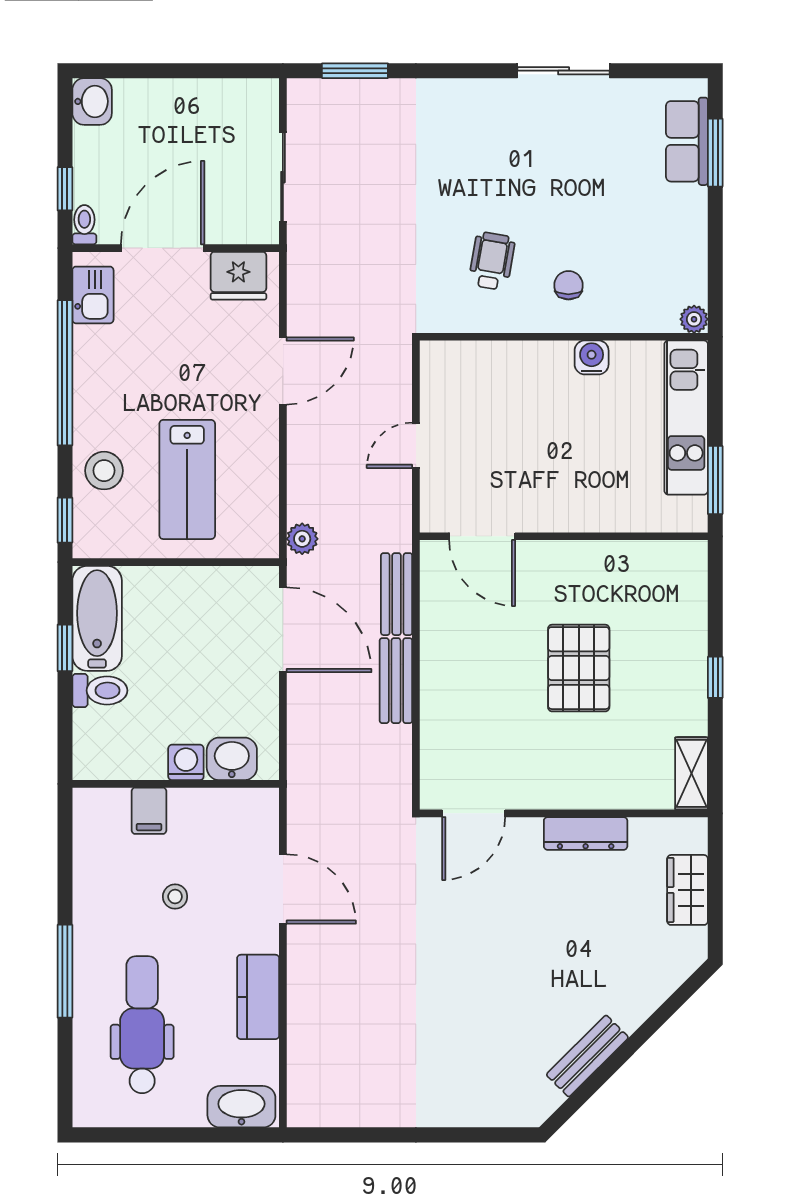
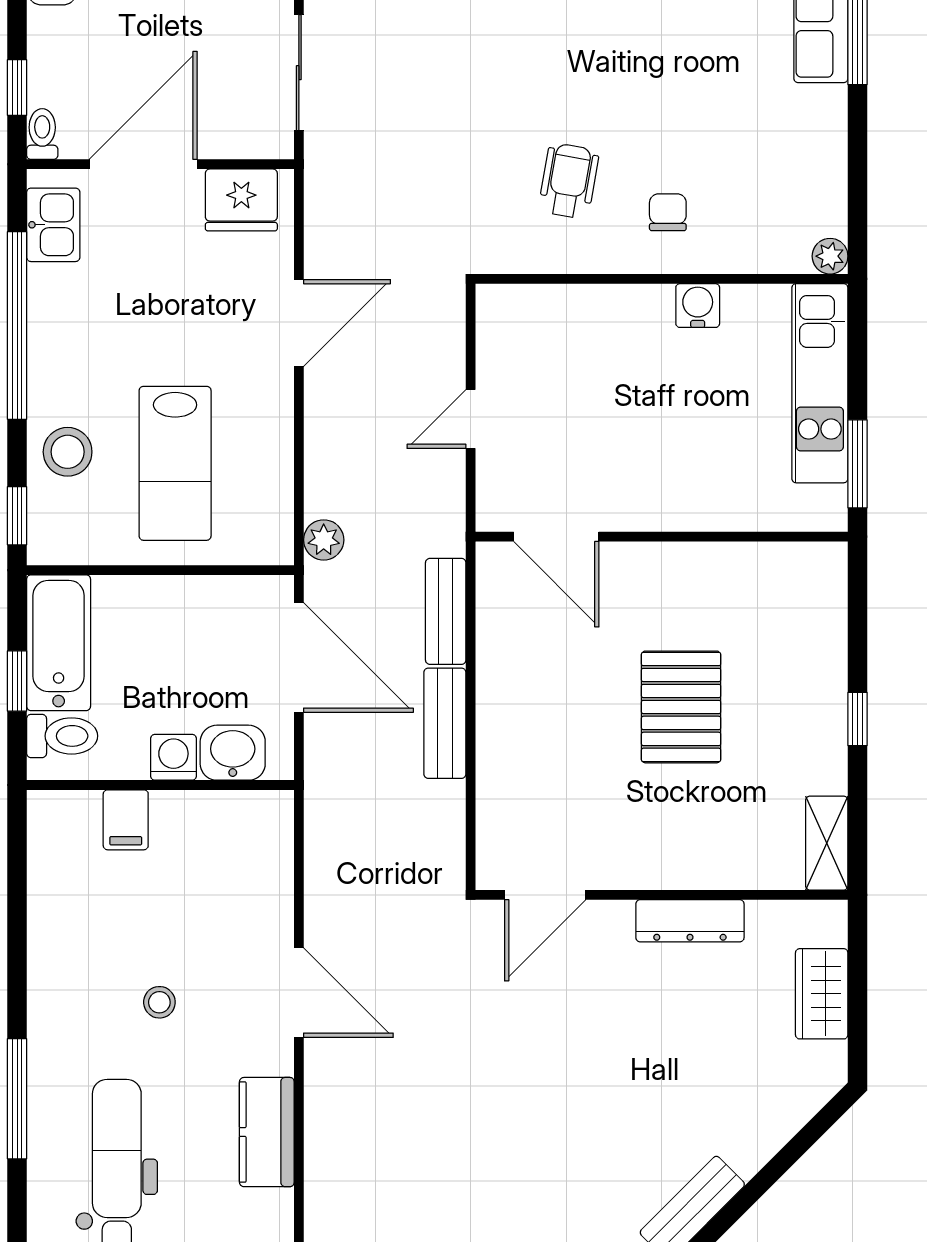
washbasin: (232, 759) -> (233, 753), moved
washing machine: (186, 762) -> (173, 757), moved
wall: (176, 784) -> (160, 785), moved
filing cabinet: (149, 811) -> (126, 820), moved

